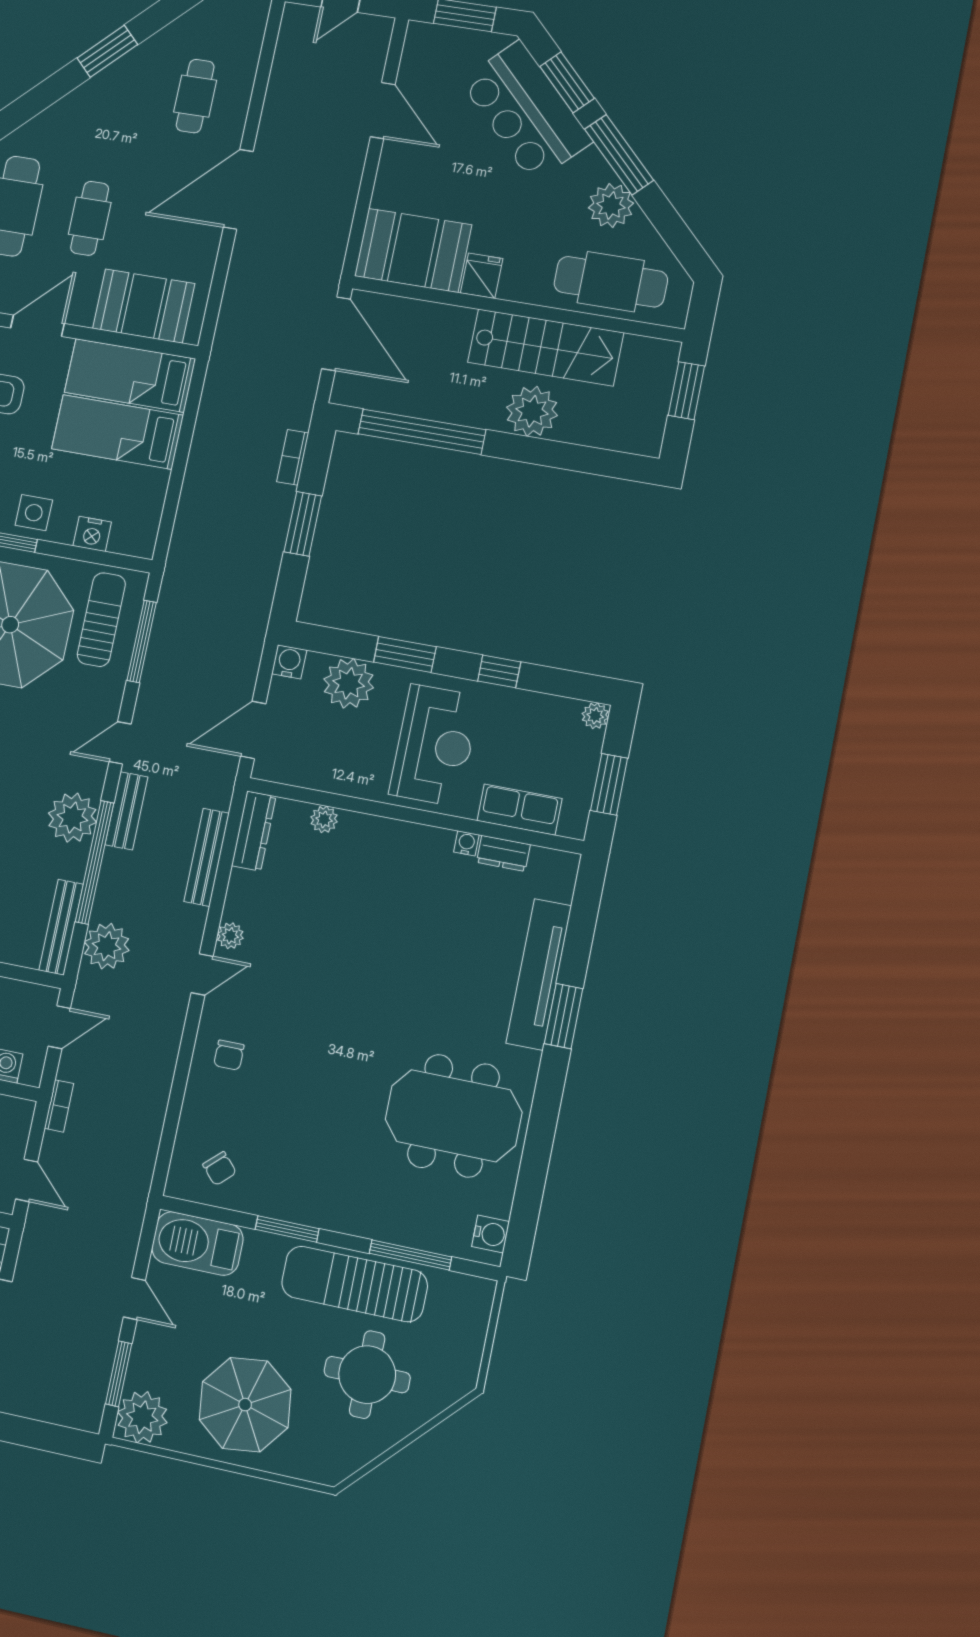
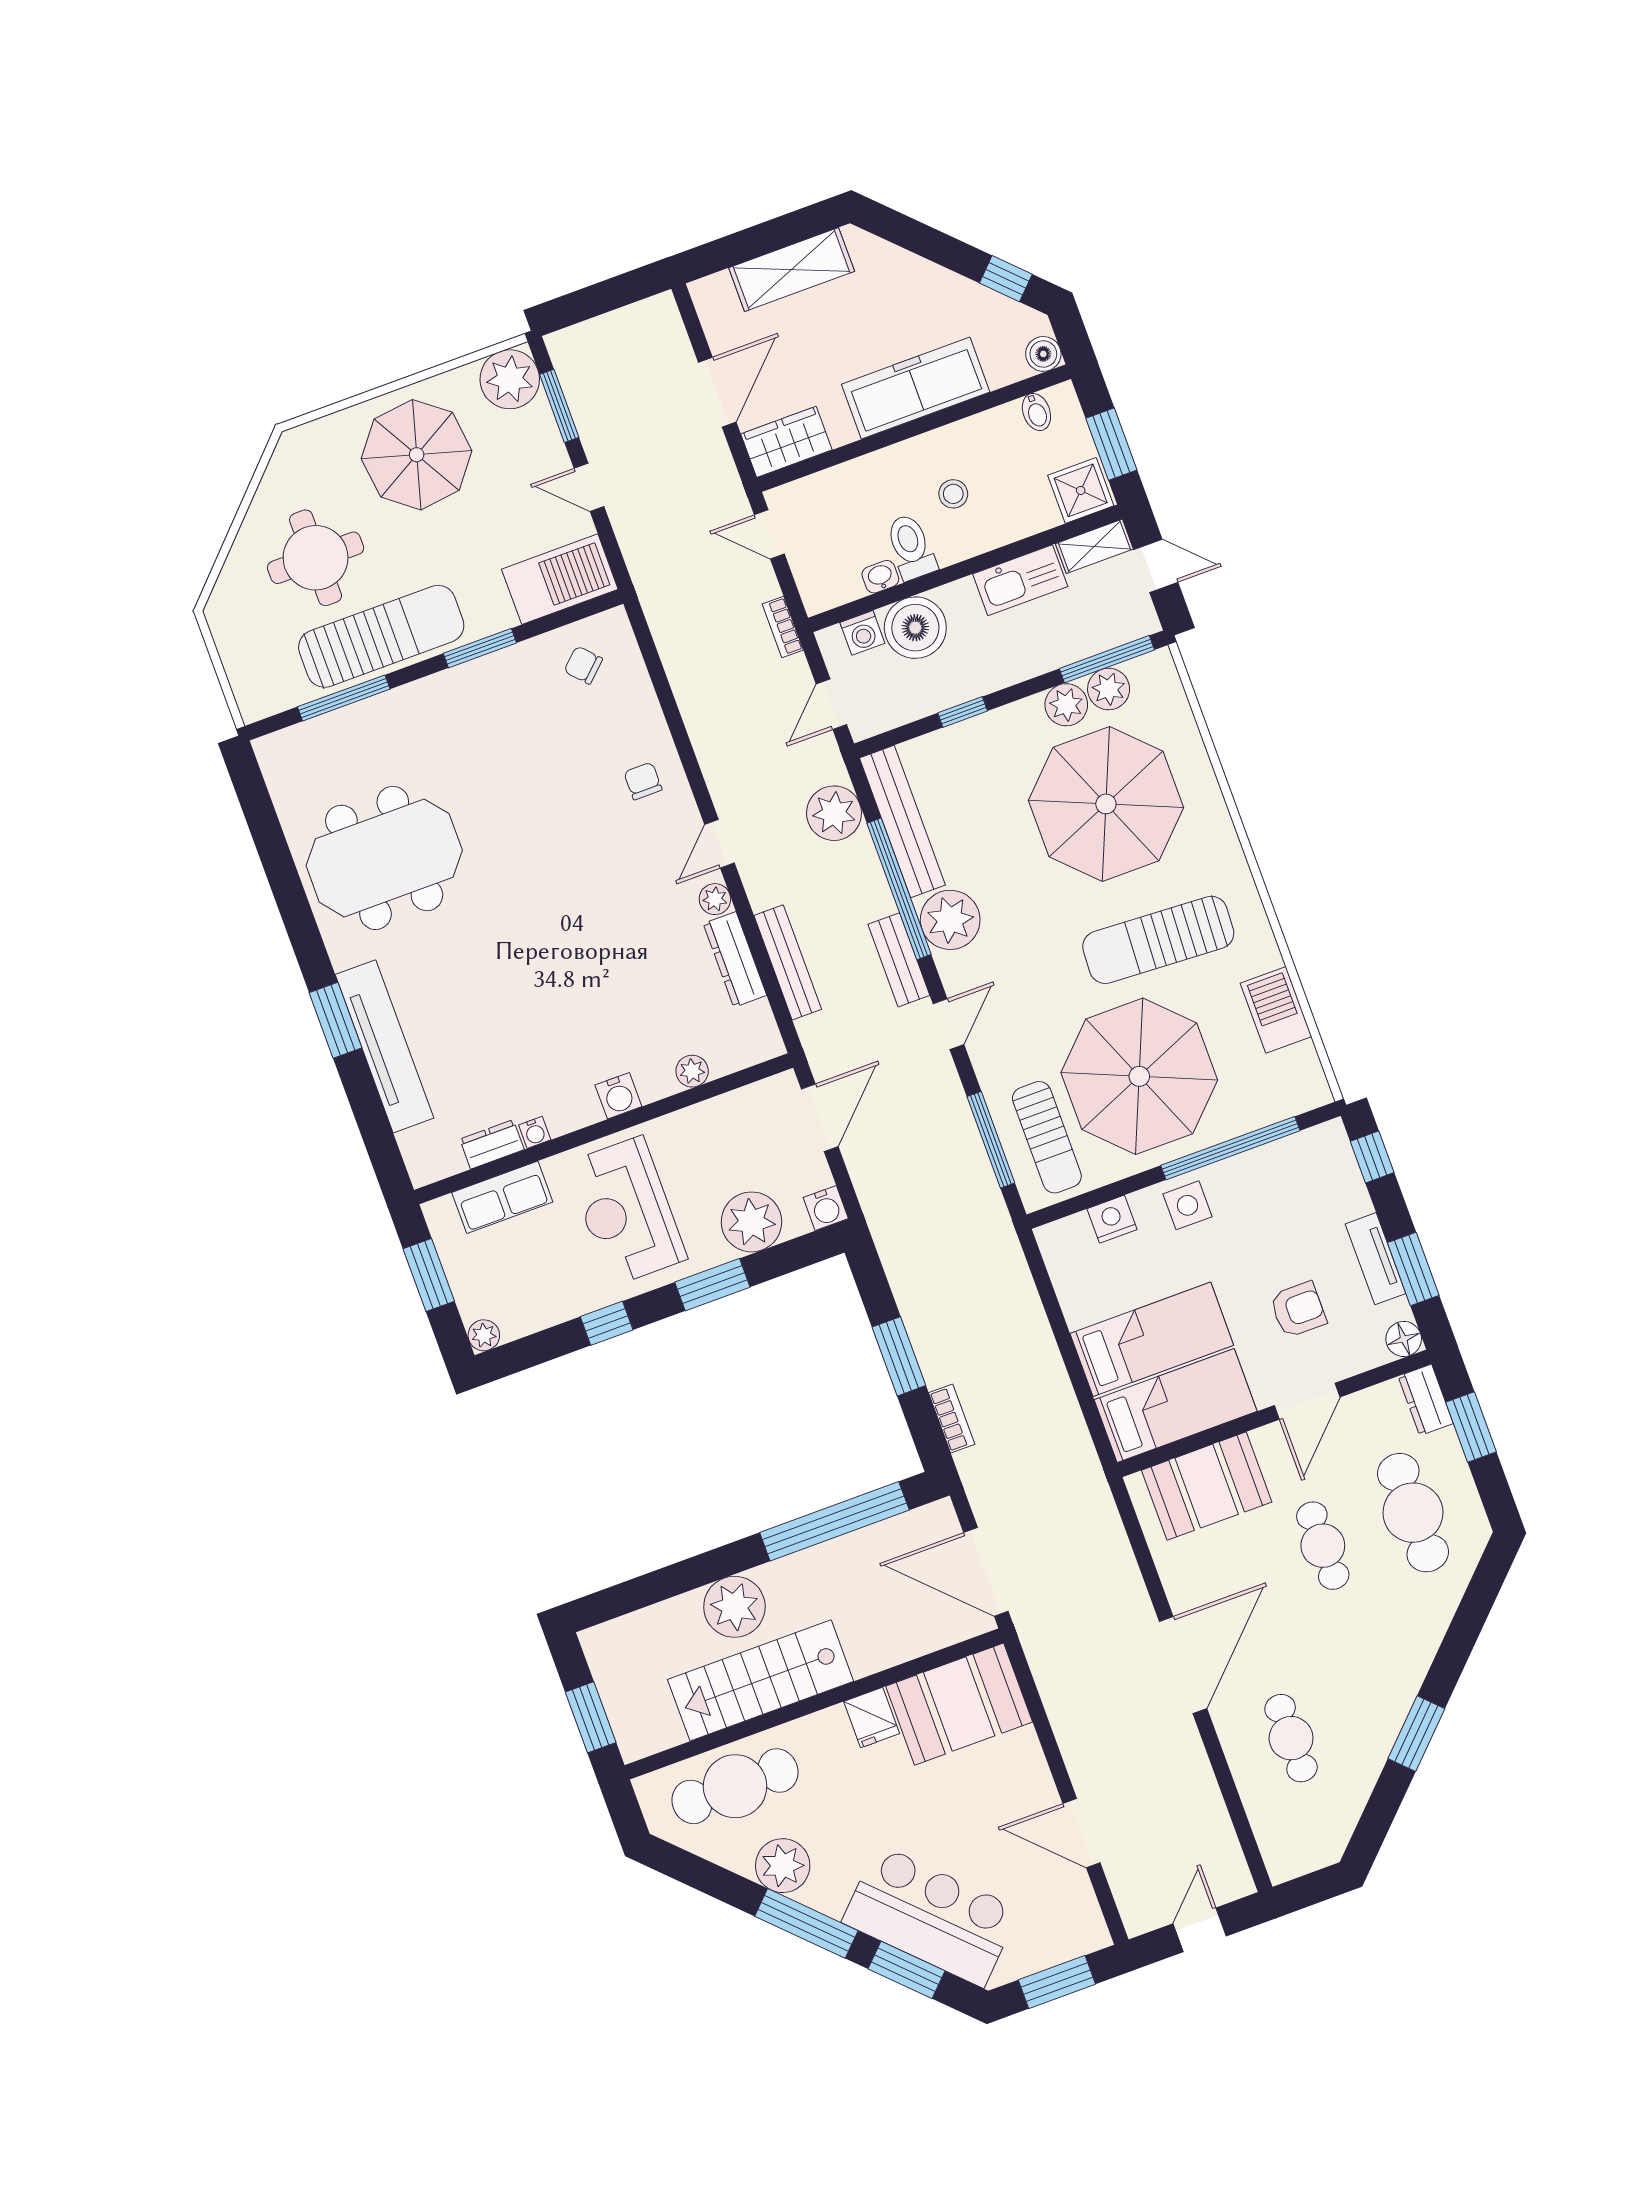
dresser: (254, 831) -> (735, 959), moved
bench: (61, 927) -> (902, 822), width x1.37, depth x1.21
water cooler: (491, 1234) -> (618, 1096), moved, turned -90

